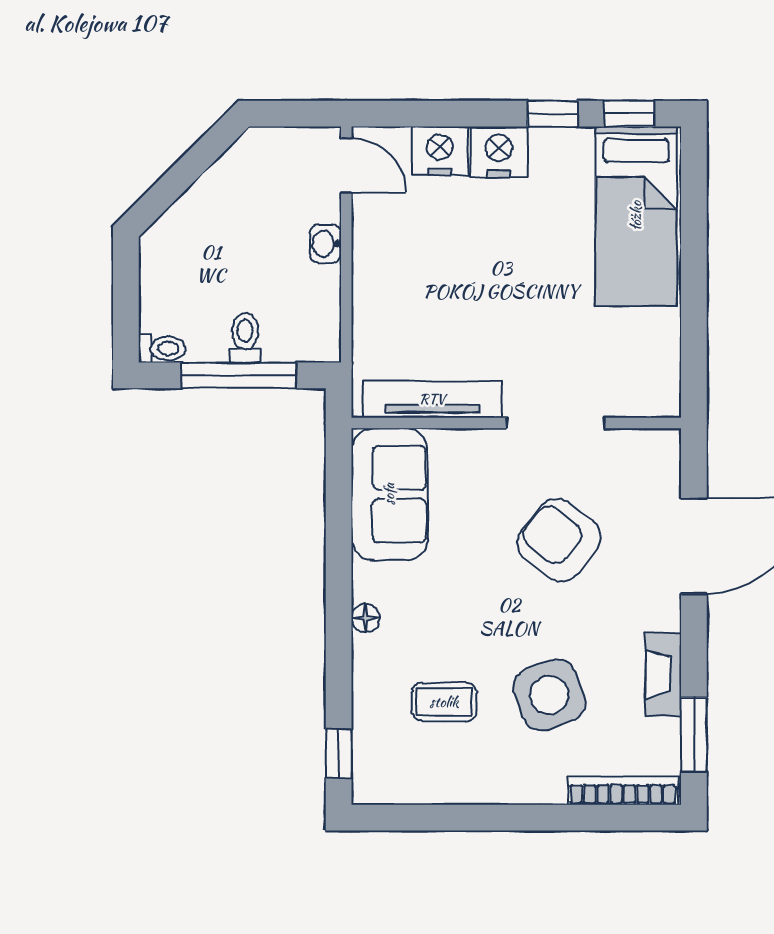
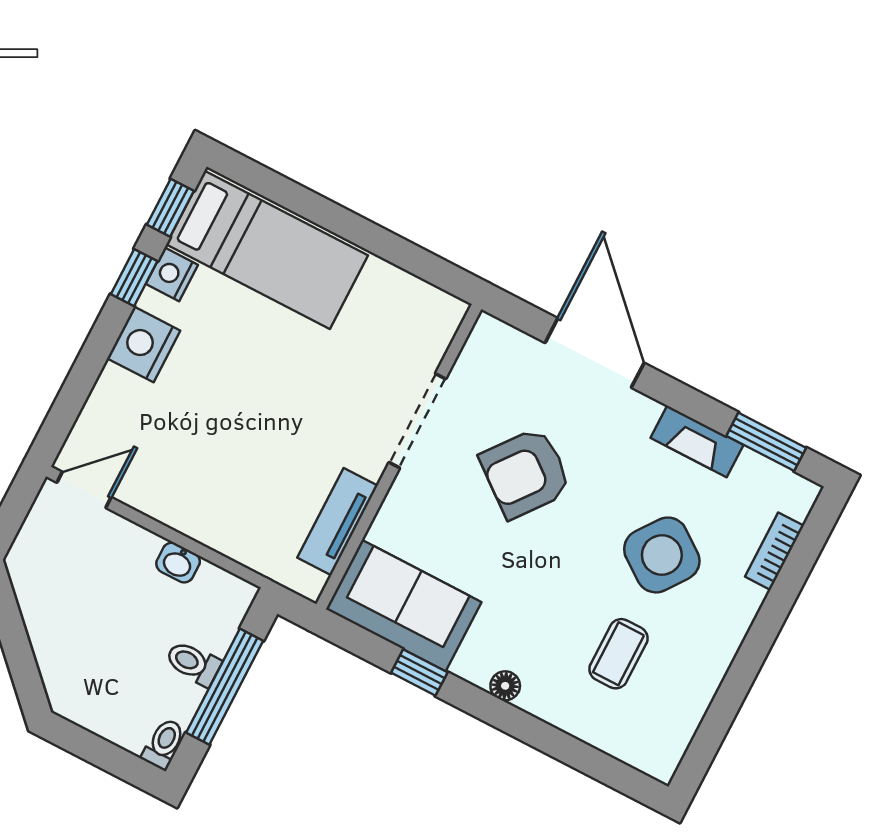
nightstand: (440, 151) -> (172, 274), moved, width x0.74, depth x0.75
washbasin: (325, 244) -> (178, 563), moved
tv unit: (432, 399) -> (338, 522), width x0.71
side table: (549, 695) -> (662, 555), turned -34
window: (339, 754) -> (419, 673), moved
bookcase: (623, 791) -> (774, 551), width x0.64

